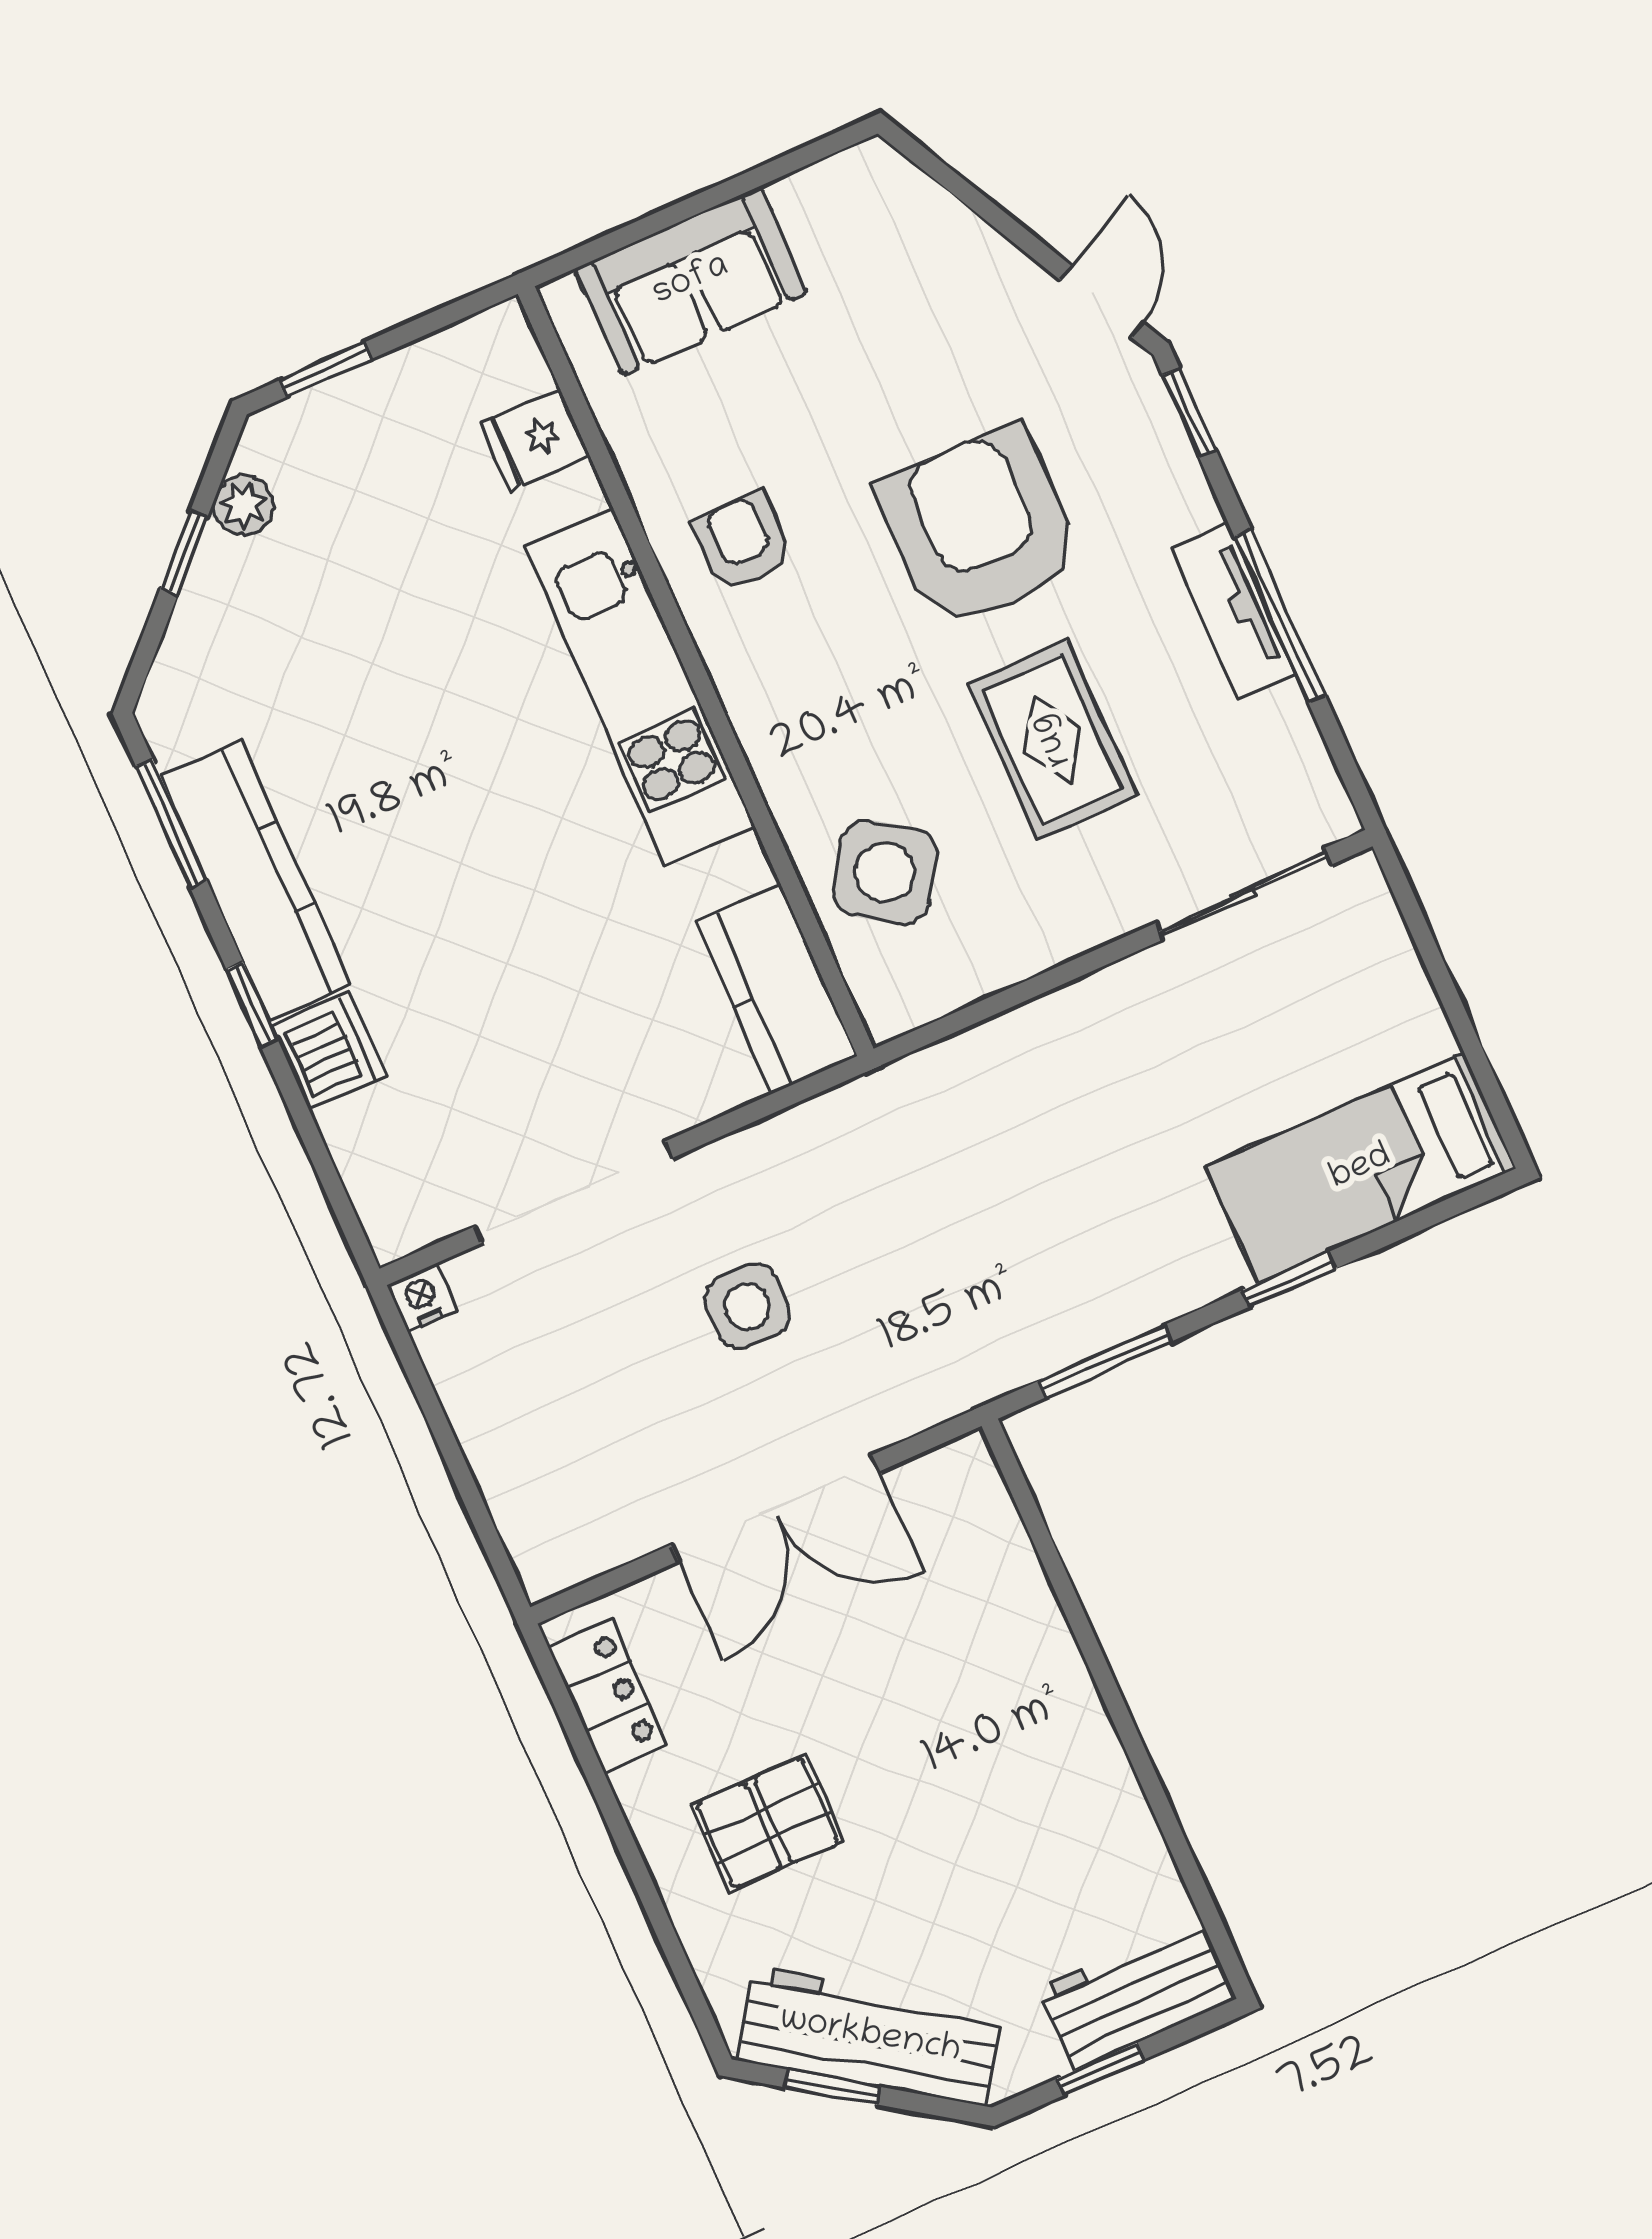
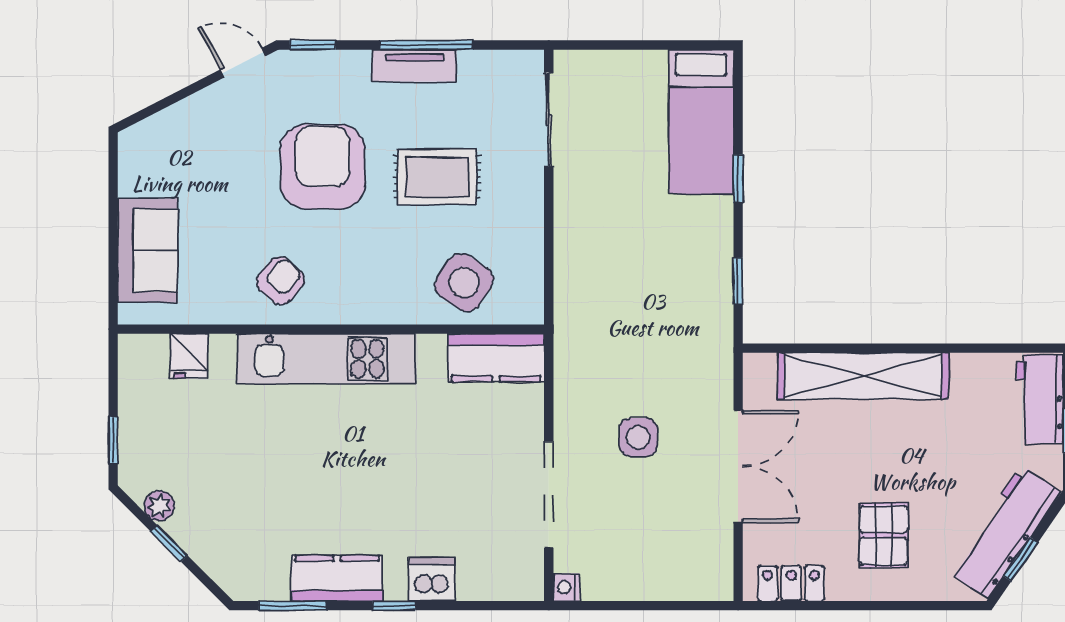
armchair: (980, 527) -> (323, 167), turned 90
armchair: (743, 542) -> (280, 281), turned 131
kitchen counter: (255, 880) -> (337, 578), width x0.67
window: (1106, 1361) -> (738, 281), width x0.67
shelving: (1036, 1660) -> (863, 376), added

